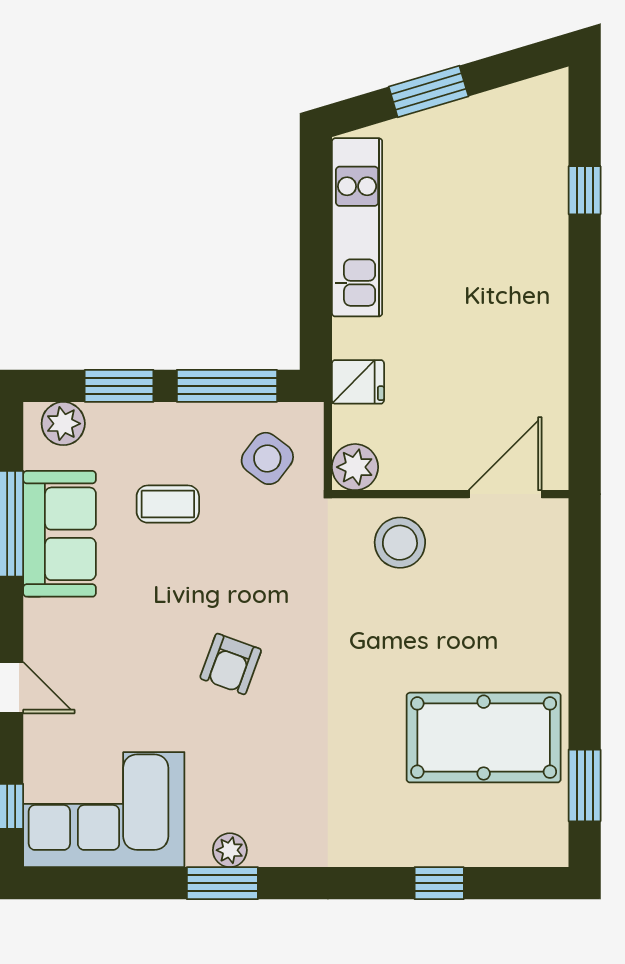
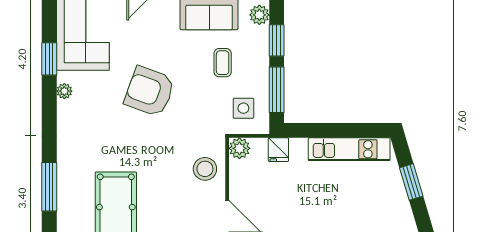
side table: (267, 458) -> (243, 108), turned -37
armchair: (231, 664) -> (149, 91), width x1.88, depth x1.88
window: (222, 883) -> (49, 59), moved
window: (439, 883) -> (49, 187), width x2.17

